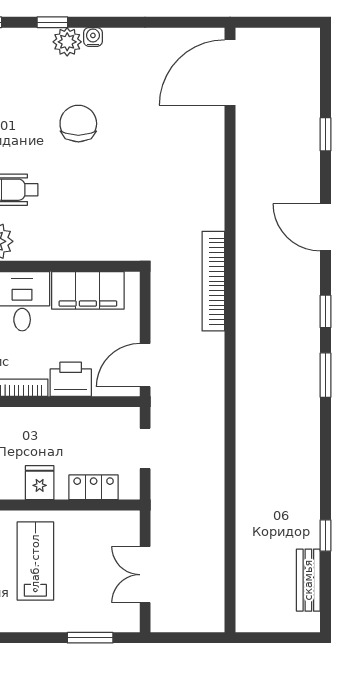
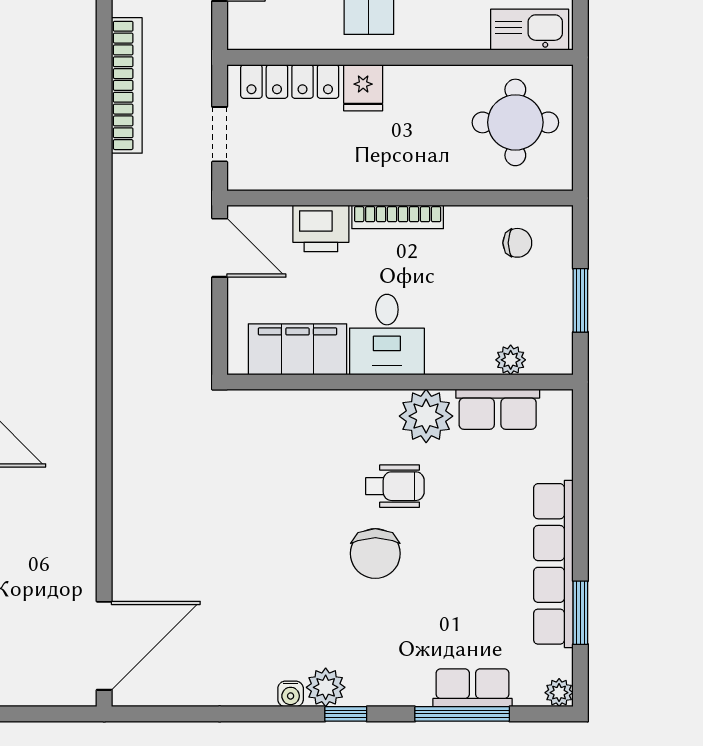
chair: (78, 124) -> (375, 553), moved
bookcase: (213, 281) -> (127, 85), moved
door: (145, 365) -> (220, 248), hinge flipped
locker: (94, 487) -> (290, 81), width x1.53

